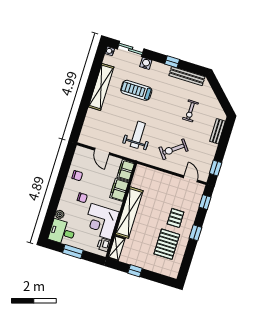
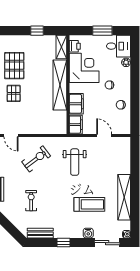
bench: (187, 76) -> (40, 233), width x0.73

